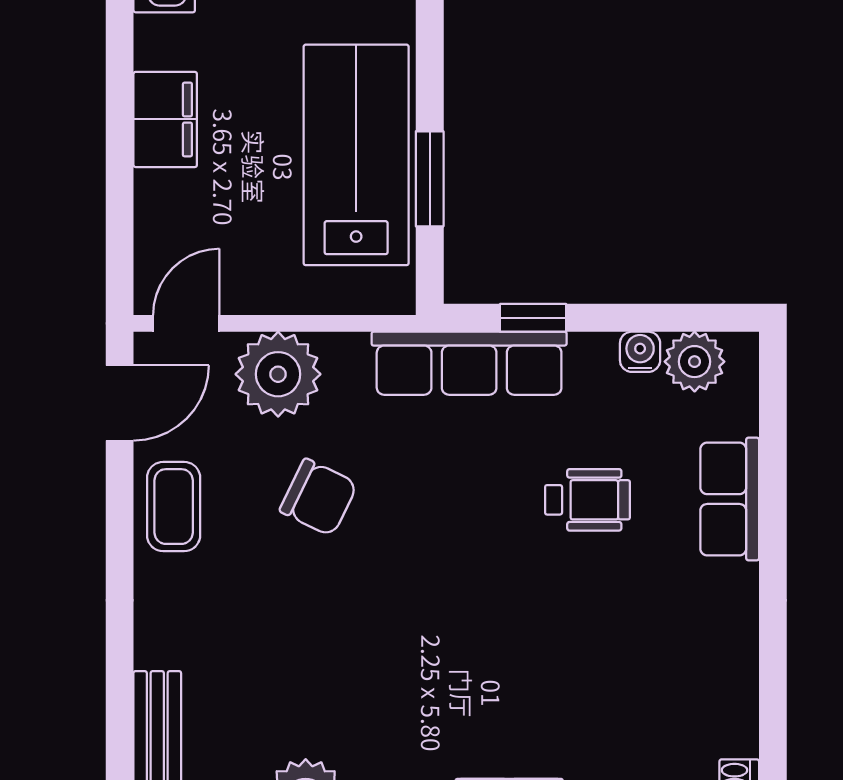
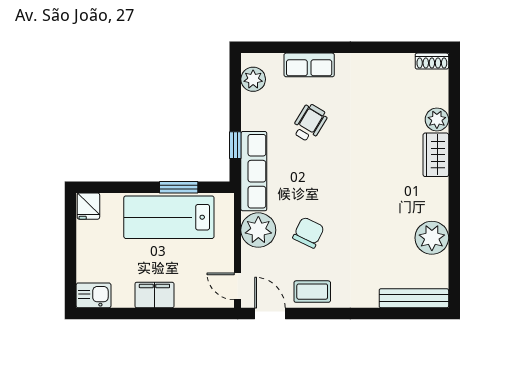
water cooler: (640, 352) -> (249, 101), removed
plant: (278, 374) -> (258, 230), moved
wheelchair: (588, 500) -> (309, 123), turned 31

